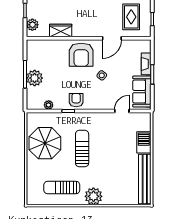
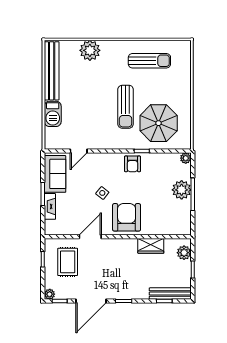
plant: (49, 105) -> (186, 158), moved
parasol: (45, 143) -> (159, 123), moved
plant: (93, 196) -> (90, 50), moved

